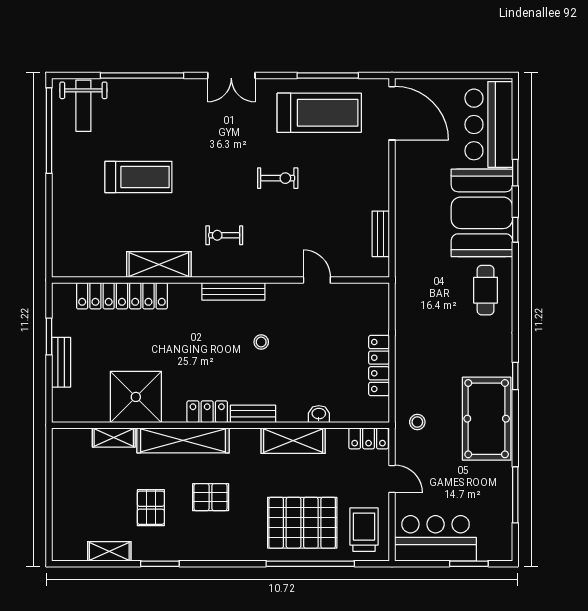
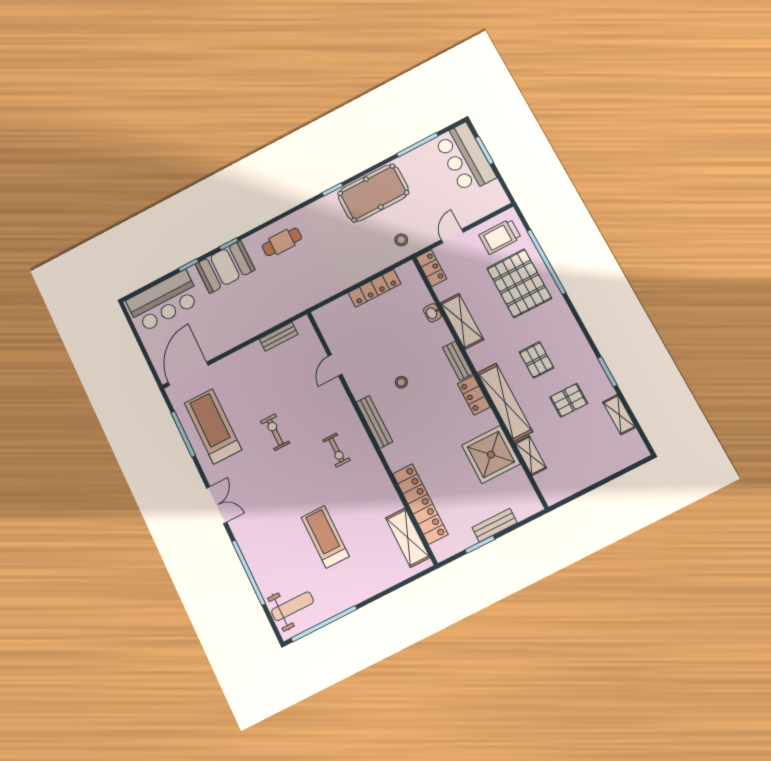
booth: (482, 213) -> (225, 267), width x0.73, depth x0.70
shelving: (159, 264) -> (408, 538), moved
bar counter: (436, 538) -> (465, 158), moved

